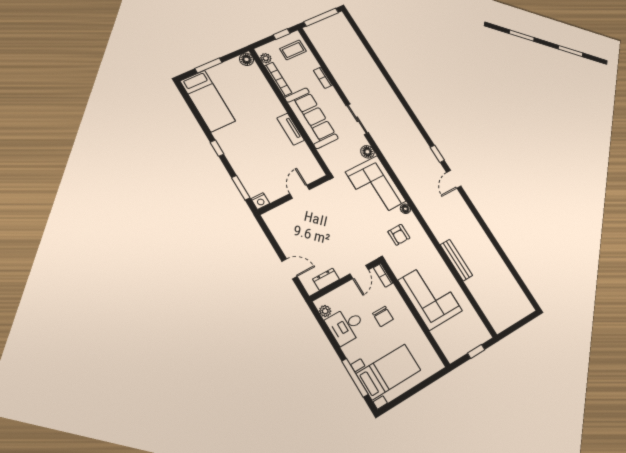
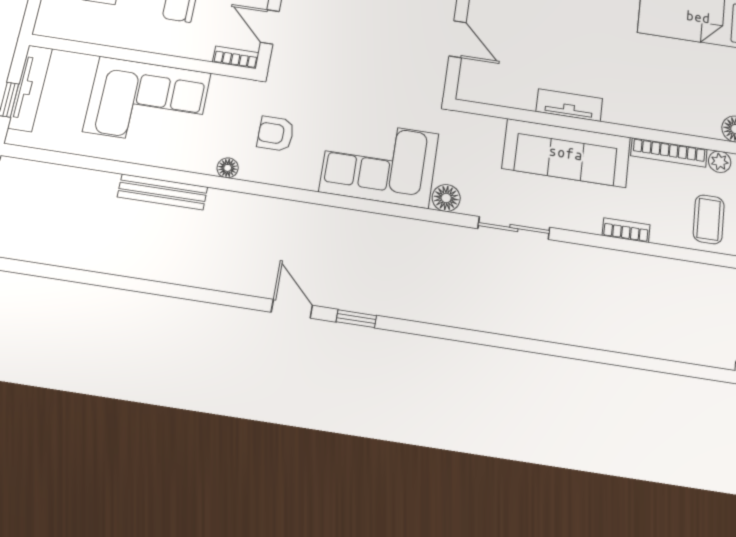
floor lamp: (405, 209) -> (228, 168), moved
tv unit: (465, 347) -> (30, 88), added

